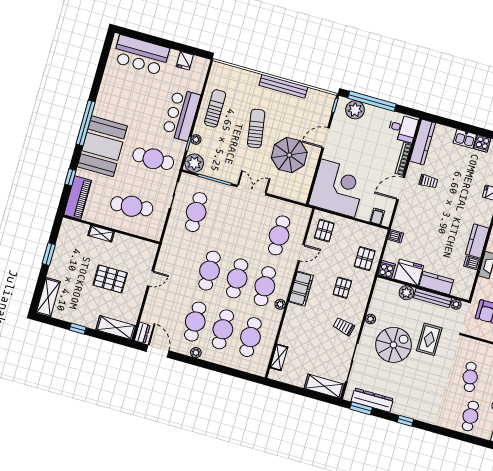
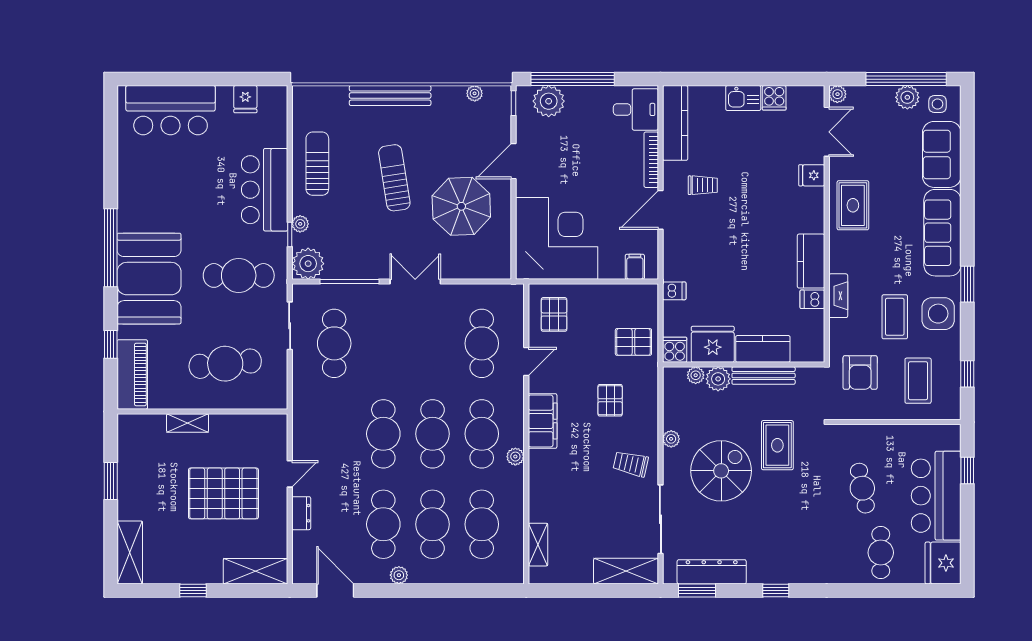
bench: (283, 86) -> (390, 96), moved
plant: (315, 94) -> (475, 93), added
pallet: (365, 259) -> (633, 342), turned 90
pallet: (110, 279) -> (223, 493), width x1.37, depth x1.41
plant: (456, 304) -> (696, 375), moved
dresser: (142, 333) -> (301, 513), moved

